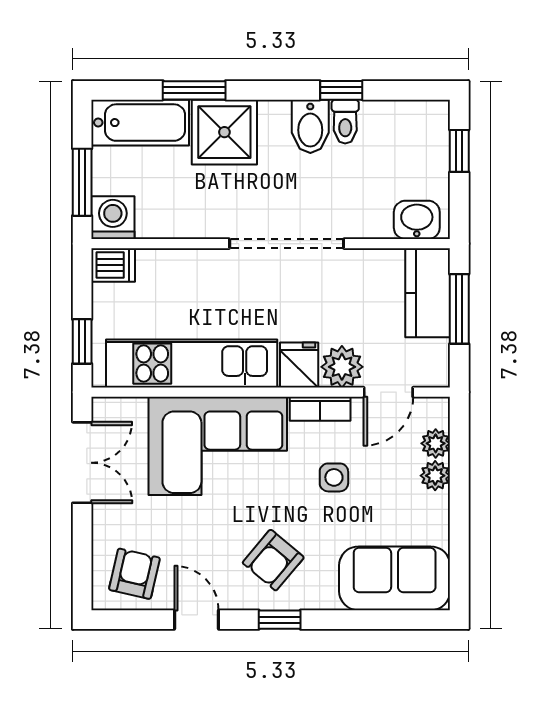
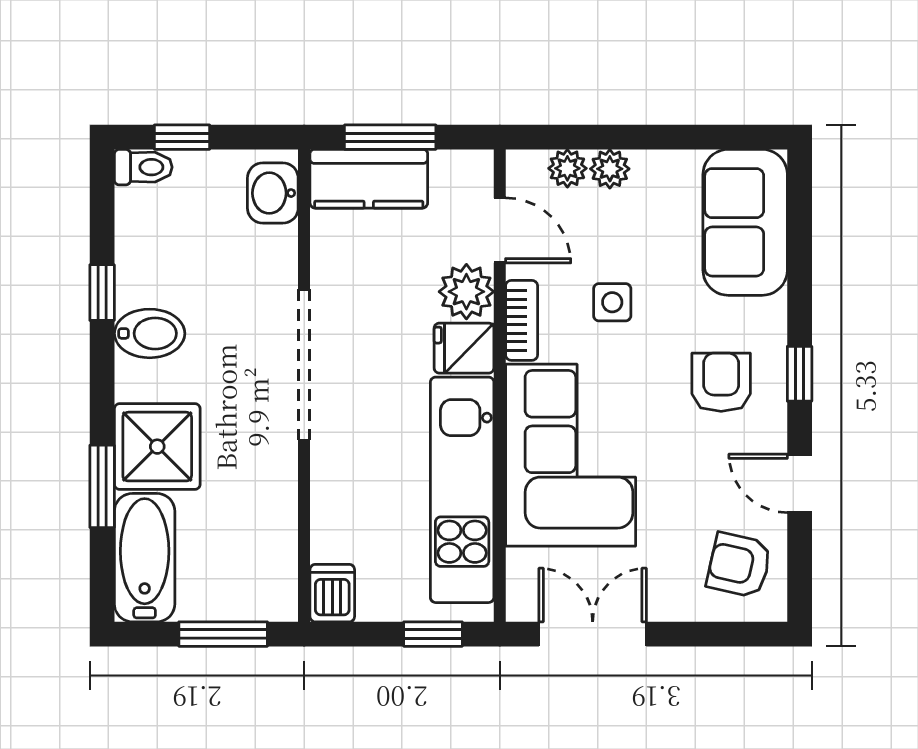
toilet: (345, 122) -> (143, 167), moved
washing machine: (113, 218) -> (270, 594), removed
armchair: (273, 560) -> (721, 382), turned -130
door: (196, 620) -> (800, 483), hinge flipped

